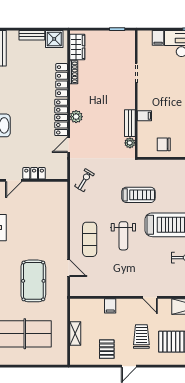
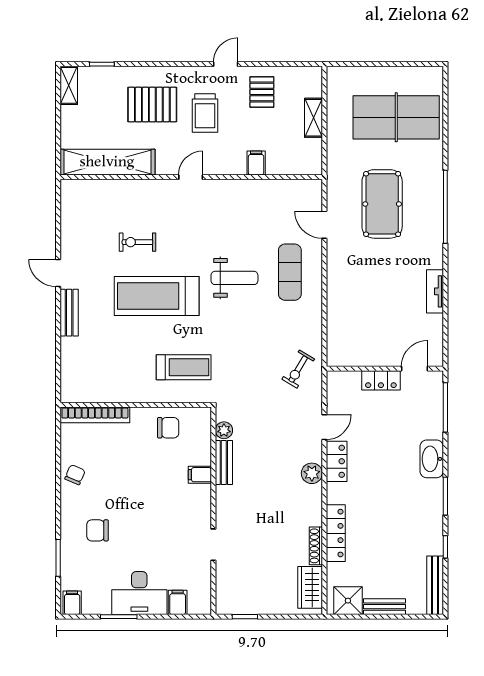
locker: (61, 117) -> (337, 461), width x0.66
treadmill: (138, 195) -> (184, 367), moved, turned 180
weight bench: (123, 236) -> (234, 278), turned 90
door: (150, 297) -> (191, 177), hinge flipped

